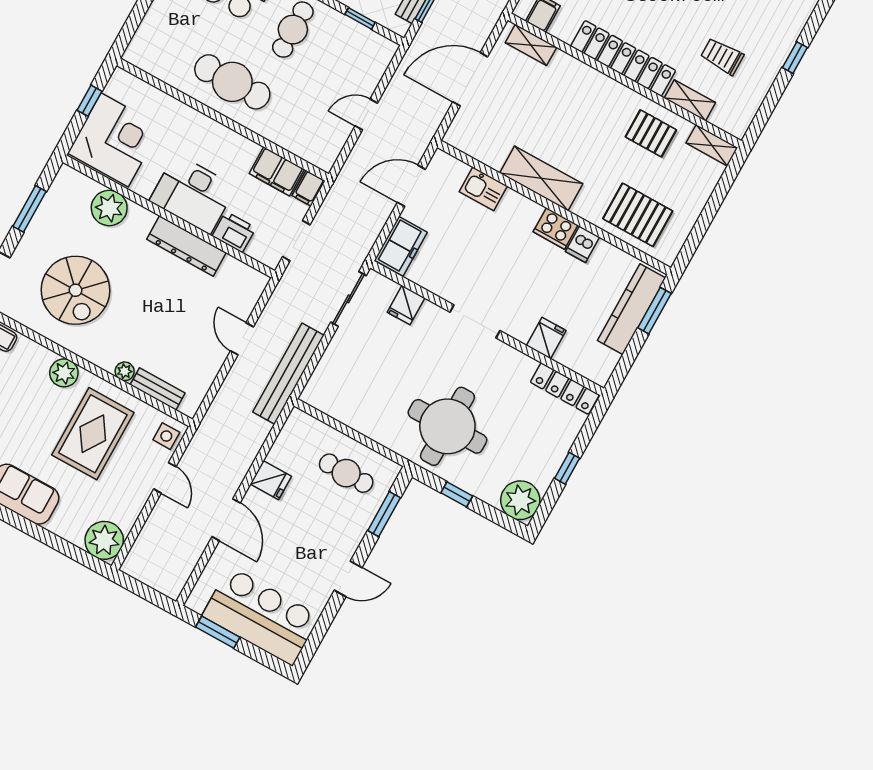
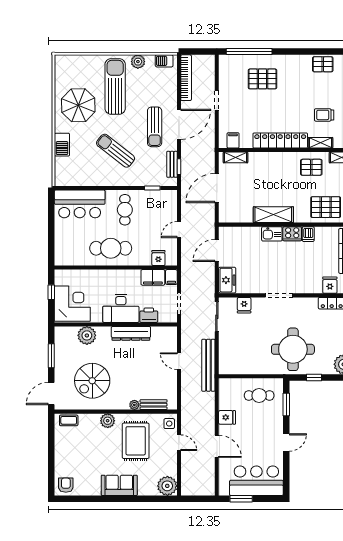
fridge: (304, 144) -> (158, 258), added
kitchen sink: (483, 189) -> (272, 234), moved
spiral stairs: (76, 290) -> (92, 381), turned 90
fridge: (546, 338) -> (330, 285), moved

